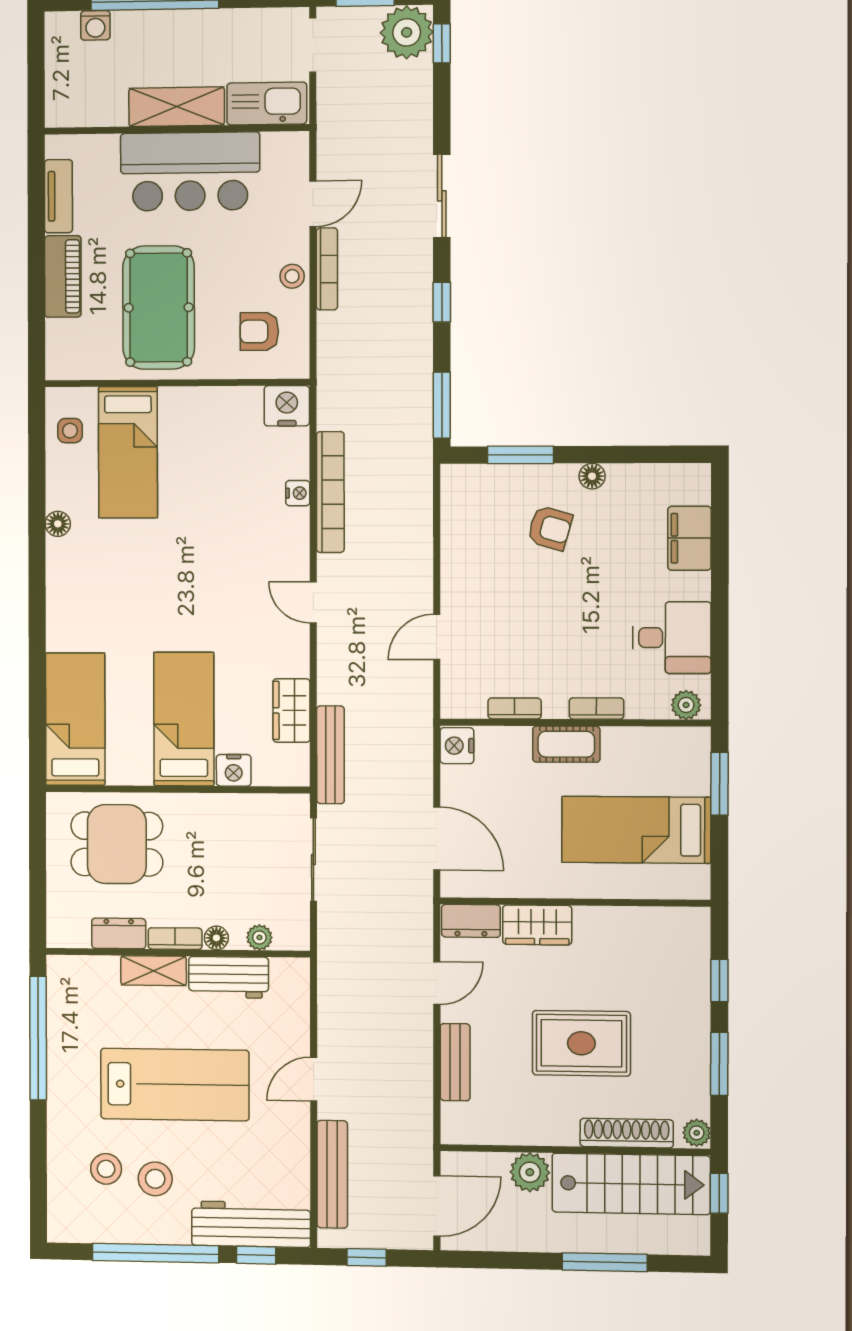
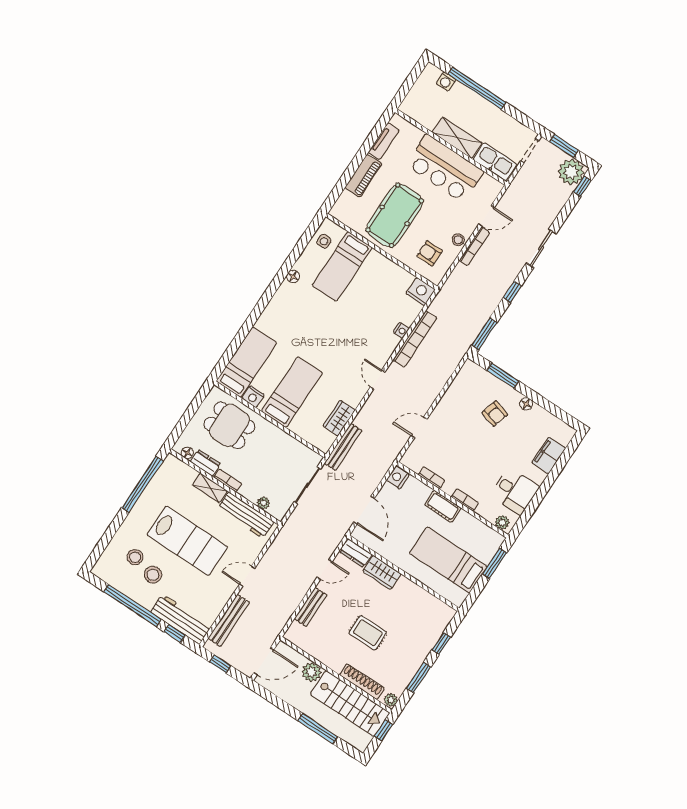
nightstand: (234, 770) -> (253, 397), moved
floor lamp: (216, 938) -> (187, 453), moved
workbench: (229, 977) -> (246, 515), width x1.37
rug: (581, 1043) -> (368, 633), width x0.73, depth x0.70

